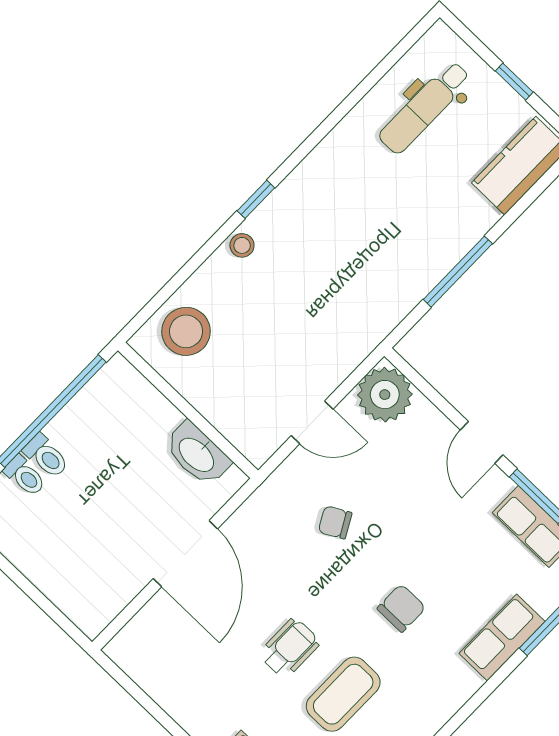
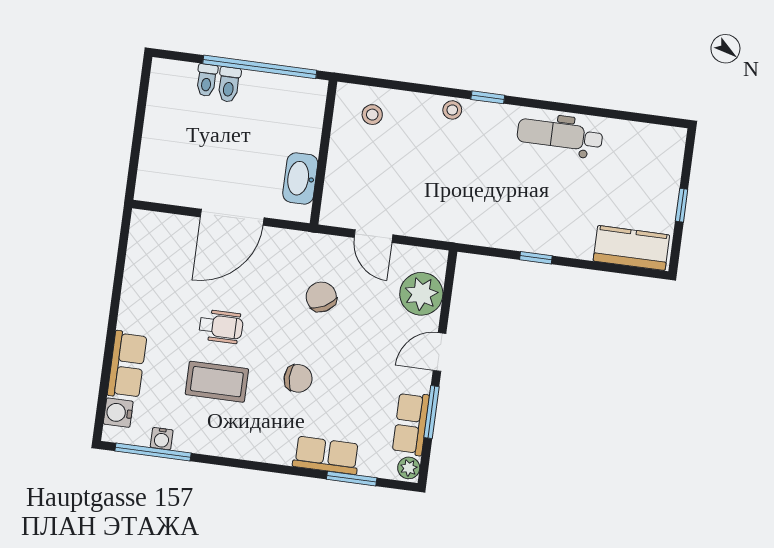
dental chair: (425, 107) -> (560, 135), moved
window: (458, 272) -> (536, 258), width x0.46
stool: (186, 331) -> (372, 115), width x0.53, depth x0.53
plant: (385, 395) -> (421, 294), moved
chair: (335, 522) -> (321, 297), width x1.37, depth x1.37

